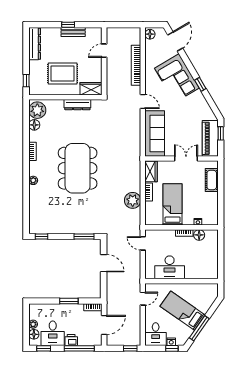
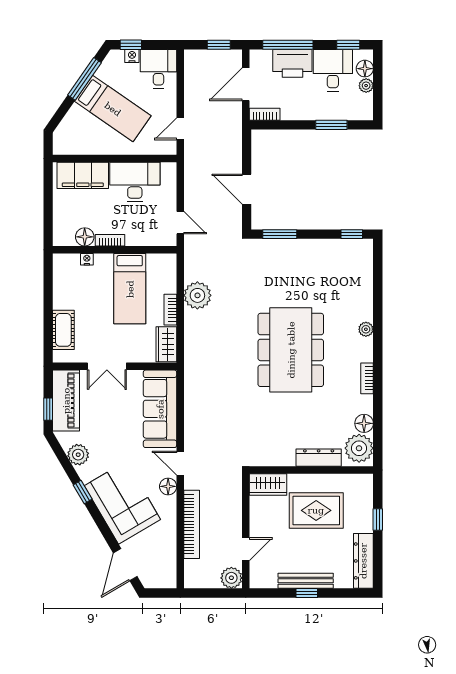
bench: (73, 32) -> (306, 581), width x1.36
plant: (113, 34) -> (231, 578), added
floor lamp: (150, 34) -> (168, 486), moved
window: (26, 81) -> (378, 520), moved
dresser: (77, 105) -> (319, 458), moved
plant: (203, 106) -> (78, 455), added
filing cabinet: (200, 271) -> (83, 175), added
window: (69, 301) -> (331, 125), moved
printer: (71, 340) -> (292, 63), width x1.87, depth x1.48
window: (130, 348) -> (219, 45), moved

